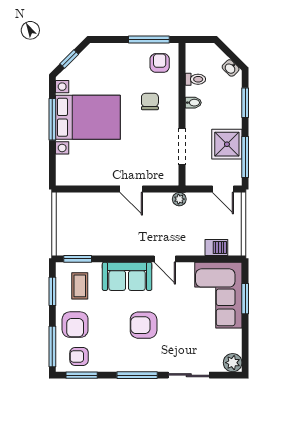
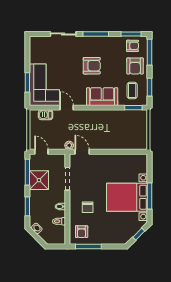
door: (131, 189) -> (82, 152), moved
door: (165, 259) -> (67, 108), moved
armchair: (75, 325) -> (135, 66), turned 180
plant: (233, 363) -> (35, 42), removed

